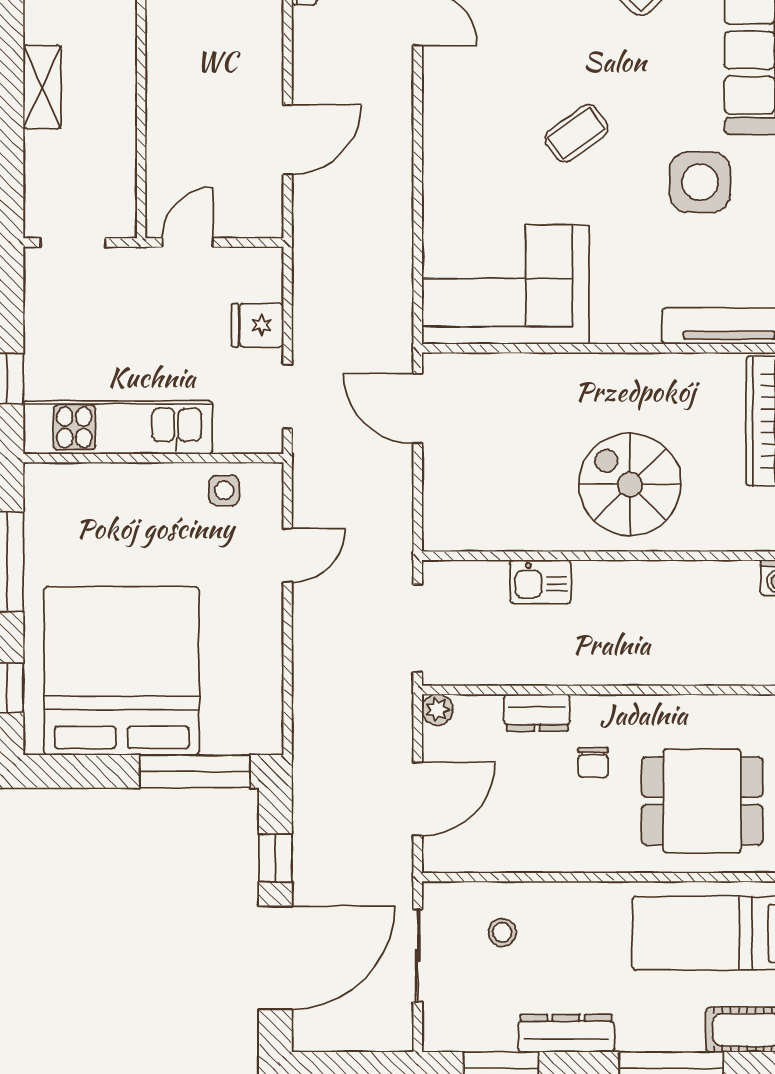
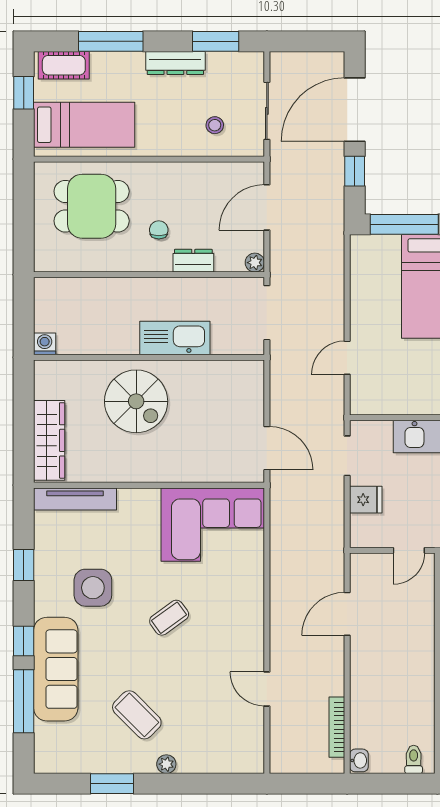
side table: (224, 490) -> (386, 398), removed
kitchen sink: (540, 582) -> (175, 338), width x1.87, depth x1.24

